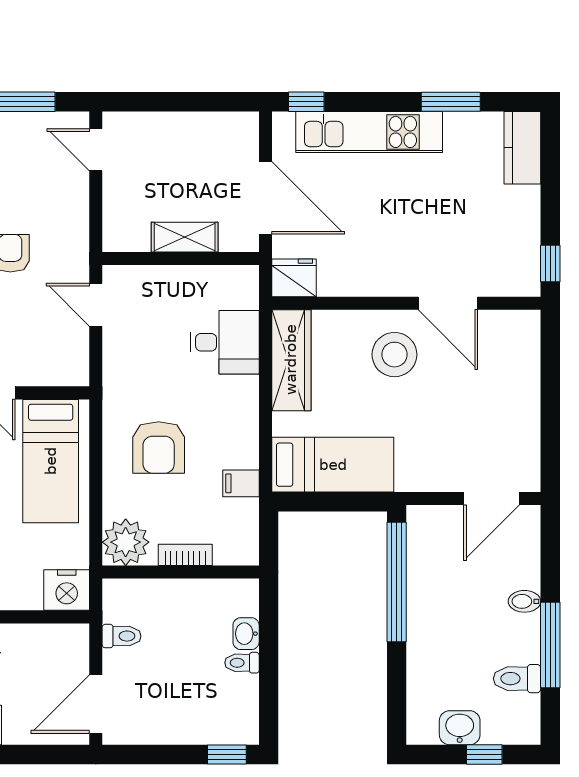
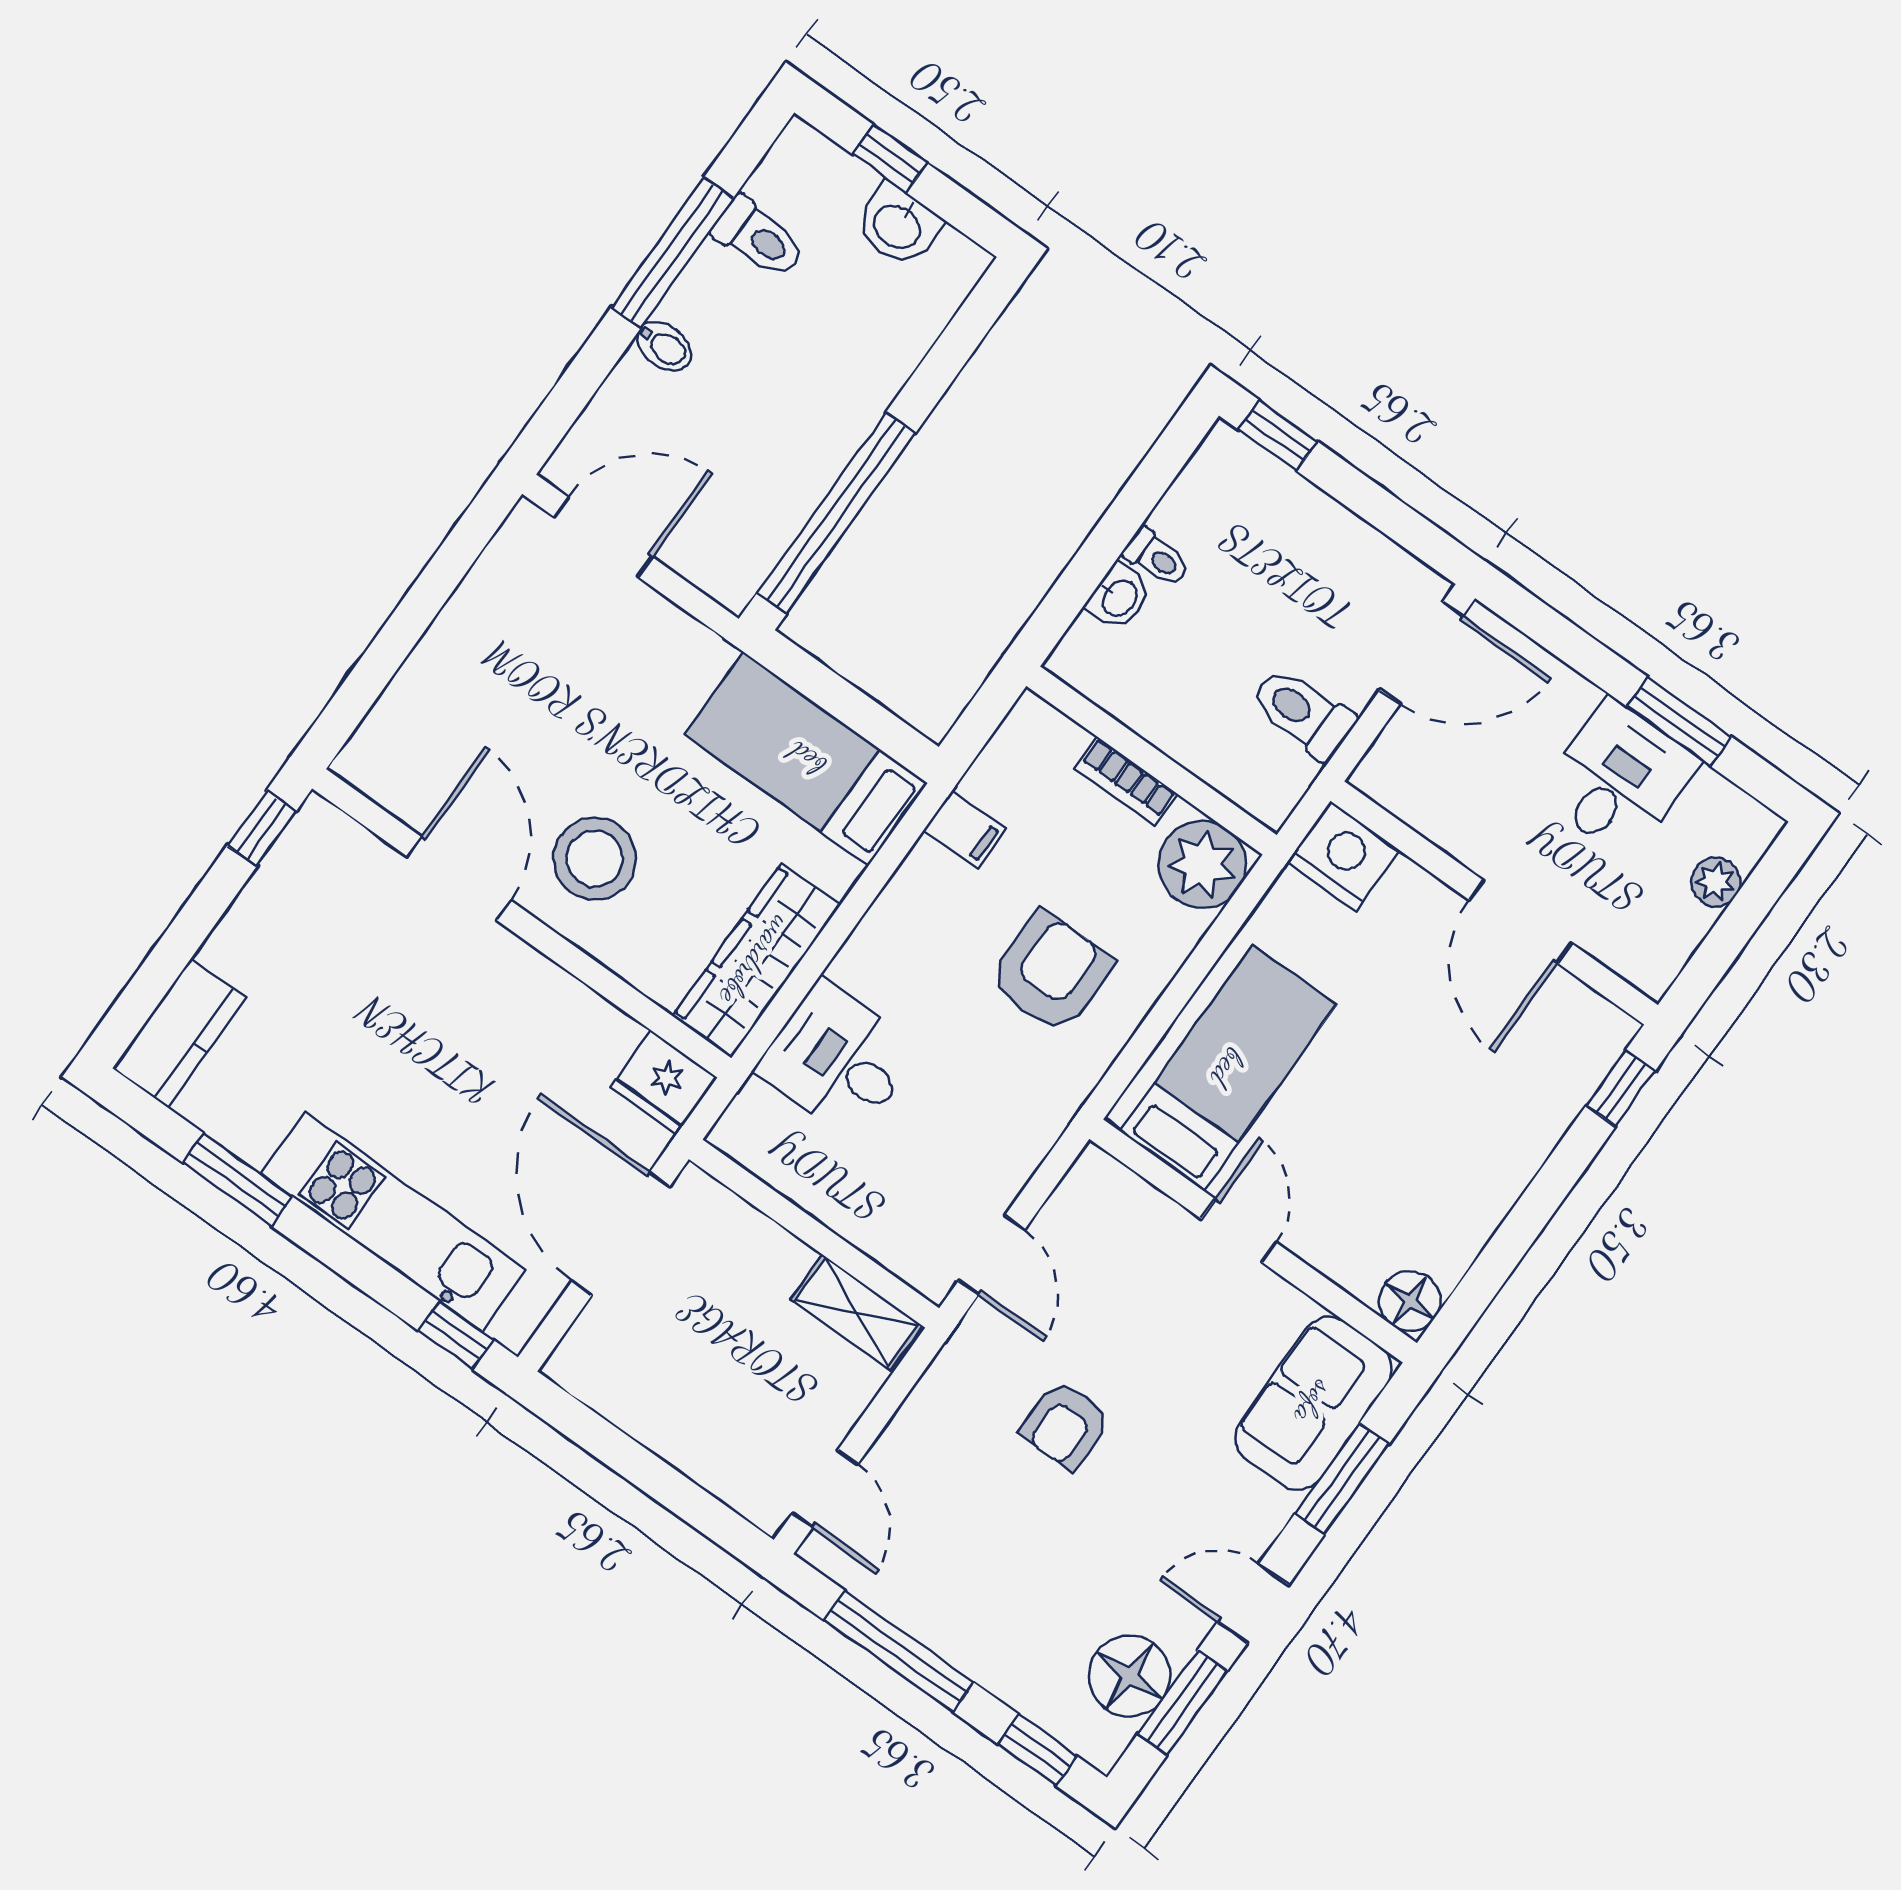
shelving: (185, 237) -> (856, 1313), moved
toilet: (122, 636) -> (1303, 713), width x1.37, depth x1.39

